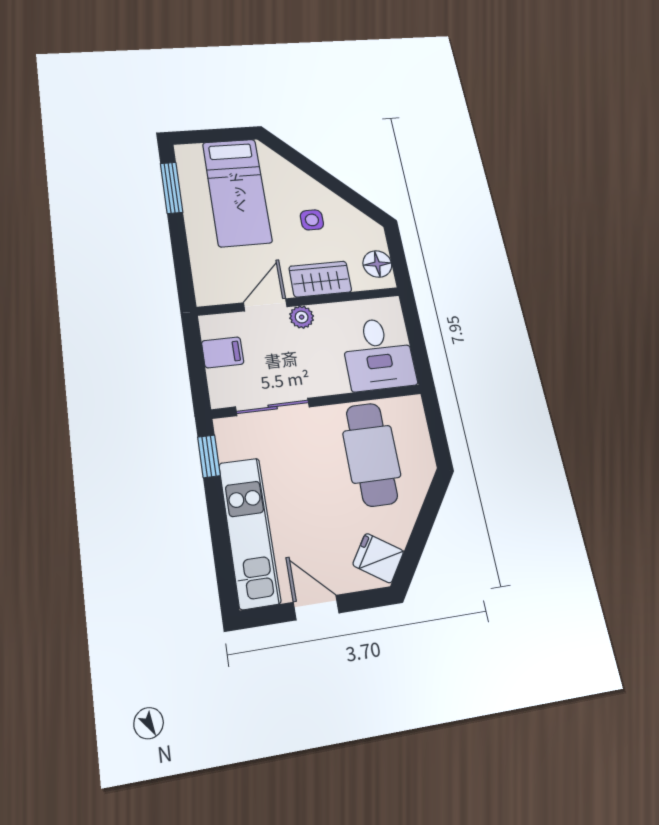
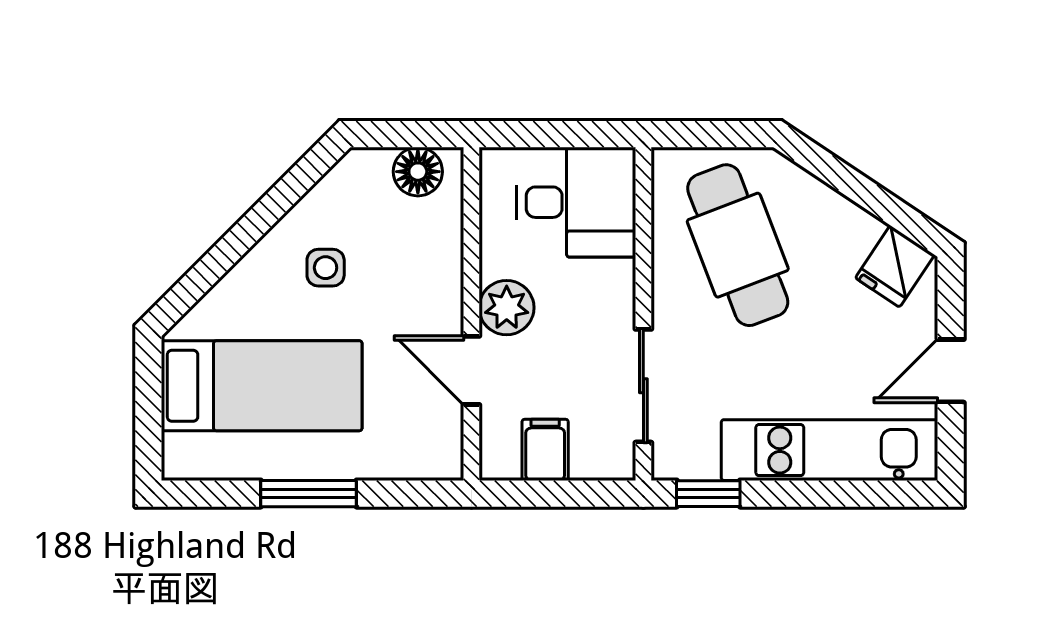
window: (172, 188) -> (309, 494), moved
wardrobe: (320, 279) -> (435, 273), removed
plant: (302, 317) -> (507, 308), width x1.38, depth x1.38
cafe table: (372, 454) -> (738, 245), turned 69

